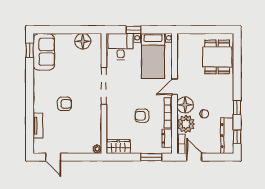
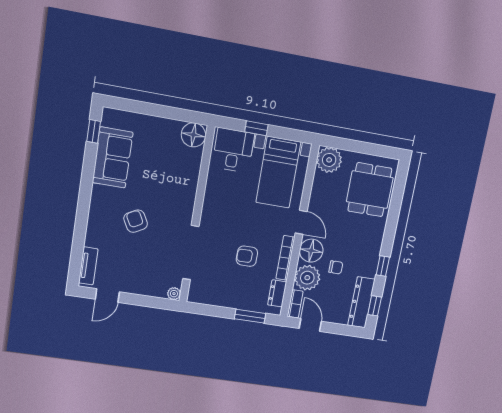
floor lamp: (83, 41) -> (193, 135), moved
plant: (186, 42) -> (329, 160), added
sofa: (44, 52) -> (113, 157), moved
doorway: (104, 86) -> (191, 253), moved
door: (175, 87) -> (301, 222), swing flipped
armchair: (64, 104) -> (136, 221), turned -118
tv unit: (38, 126) -> (88, 266), moved
wardrobe: (118, 147) -> (205, 295), removed
door: (53, 157) -> (107, 296), hinge flipped

